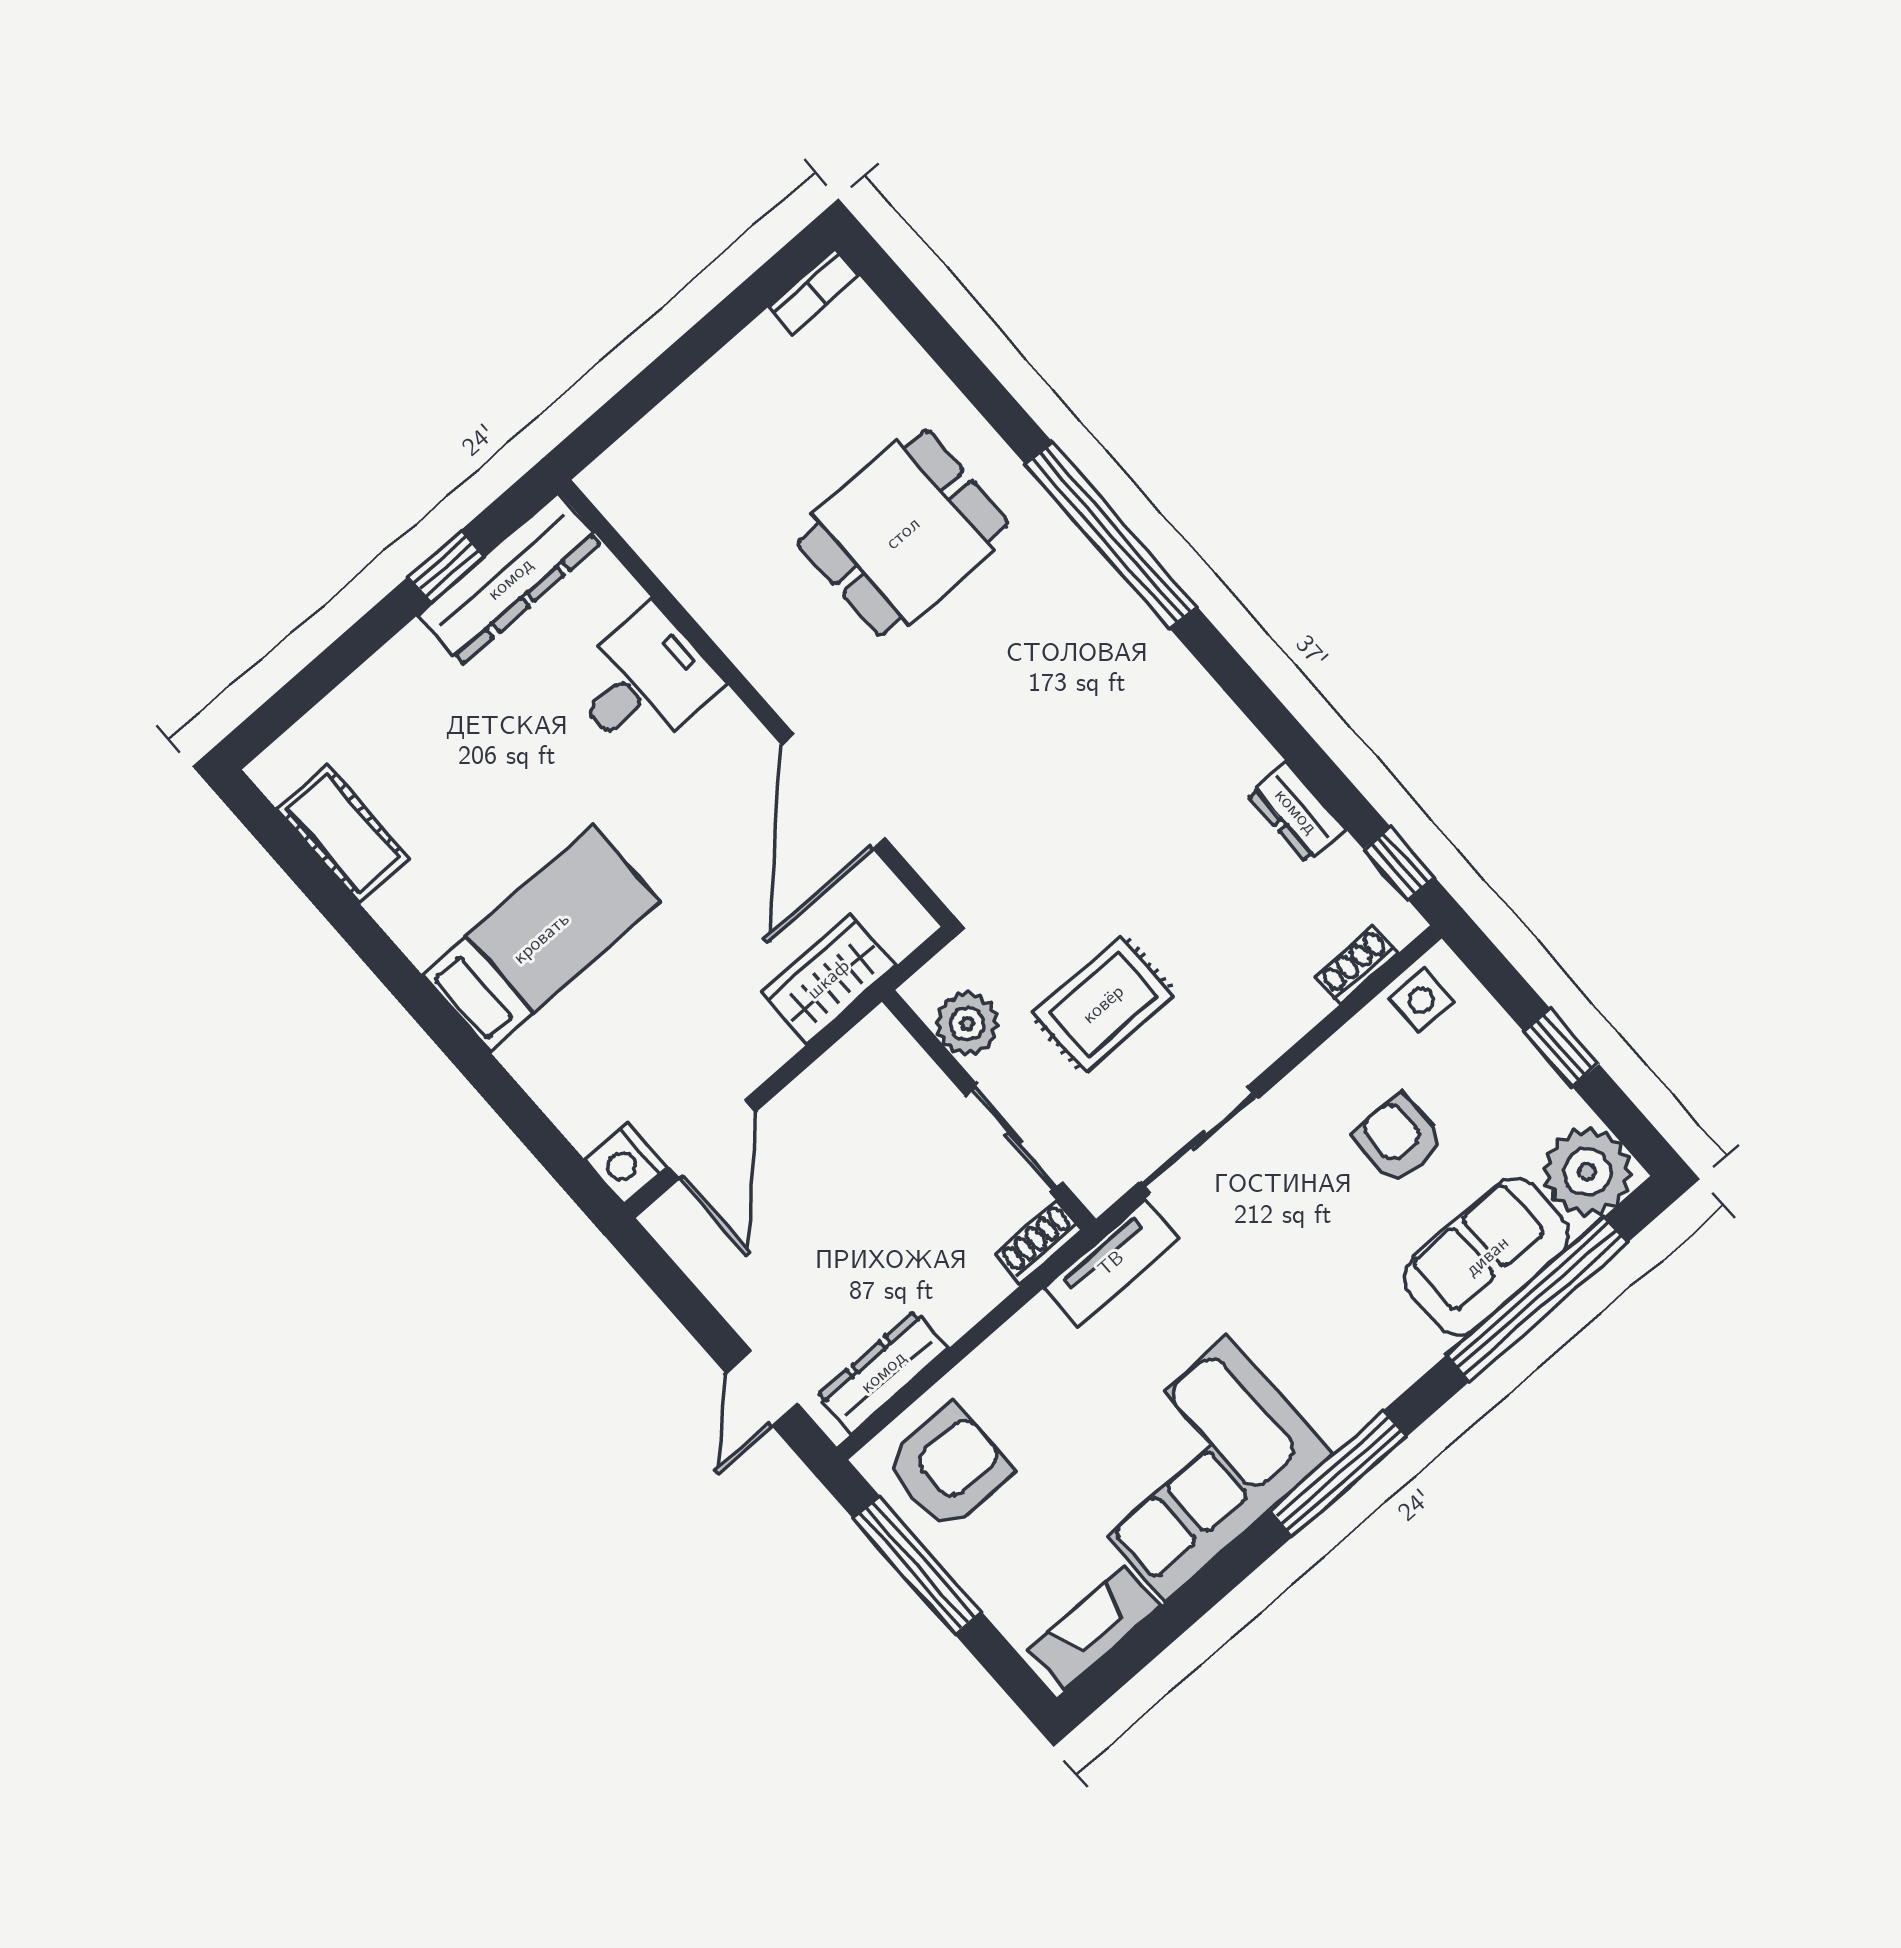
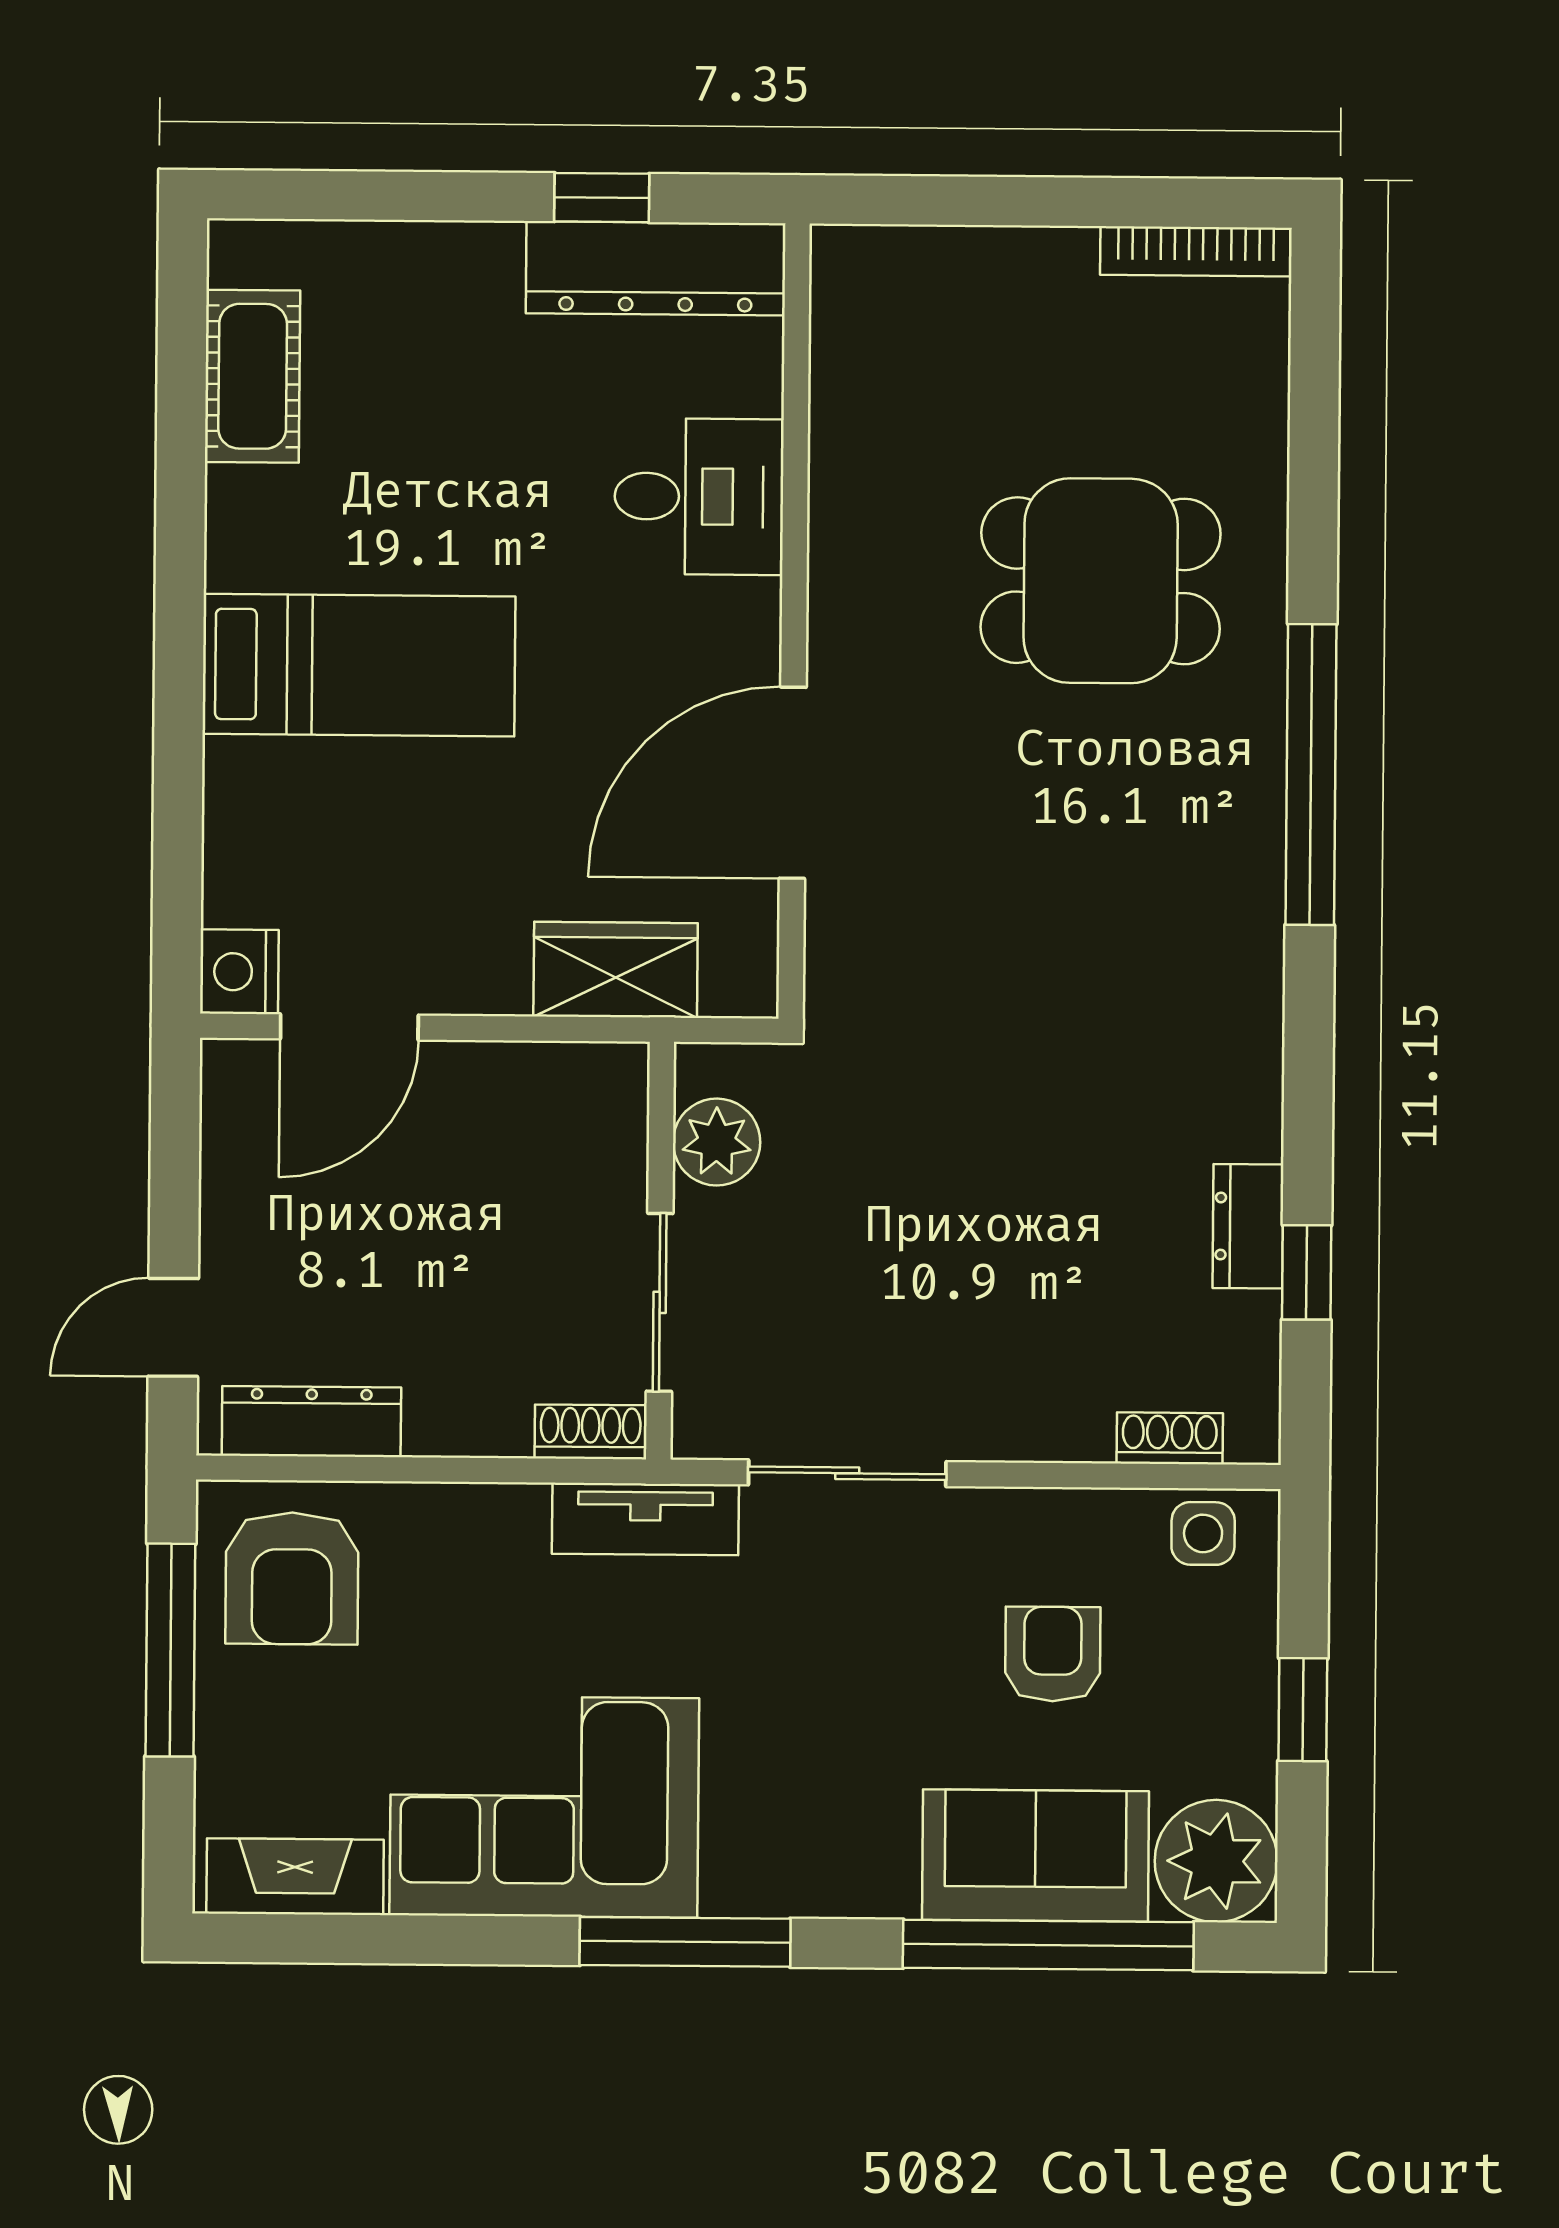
bookcase: (814, 291) -> (1196, 251), width x1.56
window: (1399, 863) -> (1307, 1272), moved
rug: (1103, 1004) -> (874, 1247), removed
armchair: (948, 1467) -> (292, 1578), turned 90

